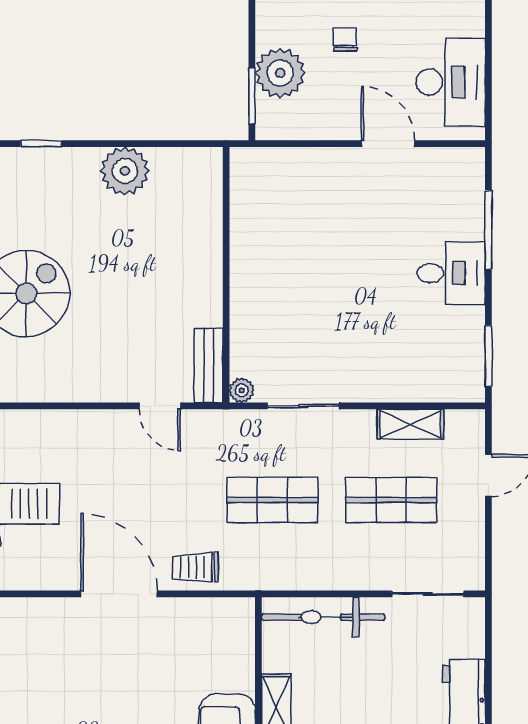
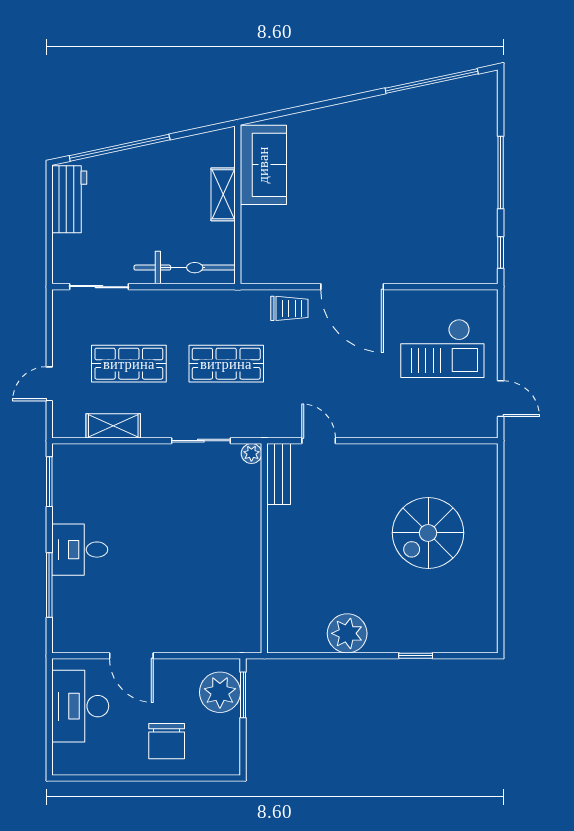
chair: (345, 40) -> (167, 741), width x1.87, depth x1.87
plant: (280, 73) -> (220, 692), moved

